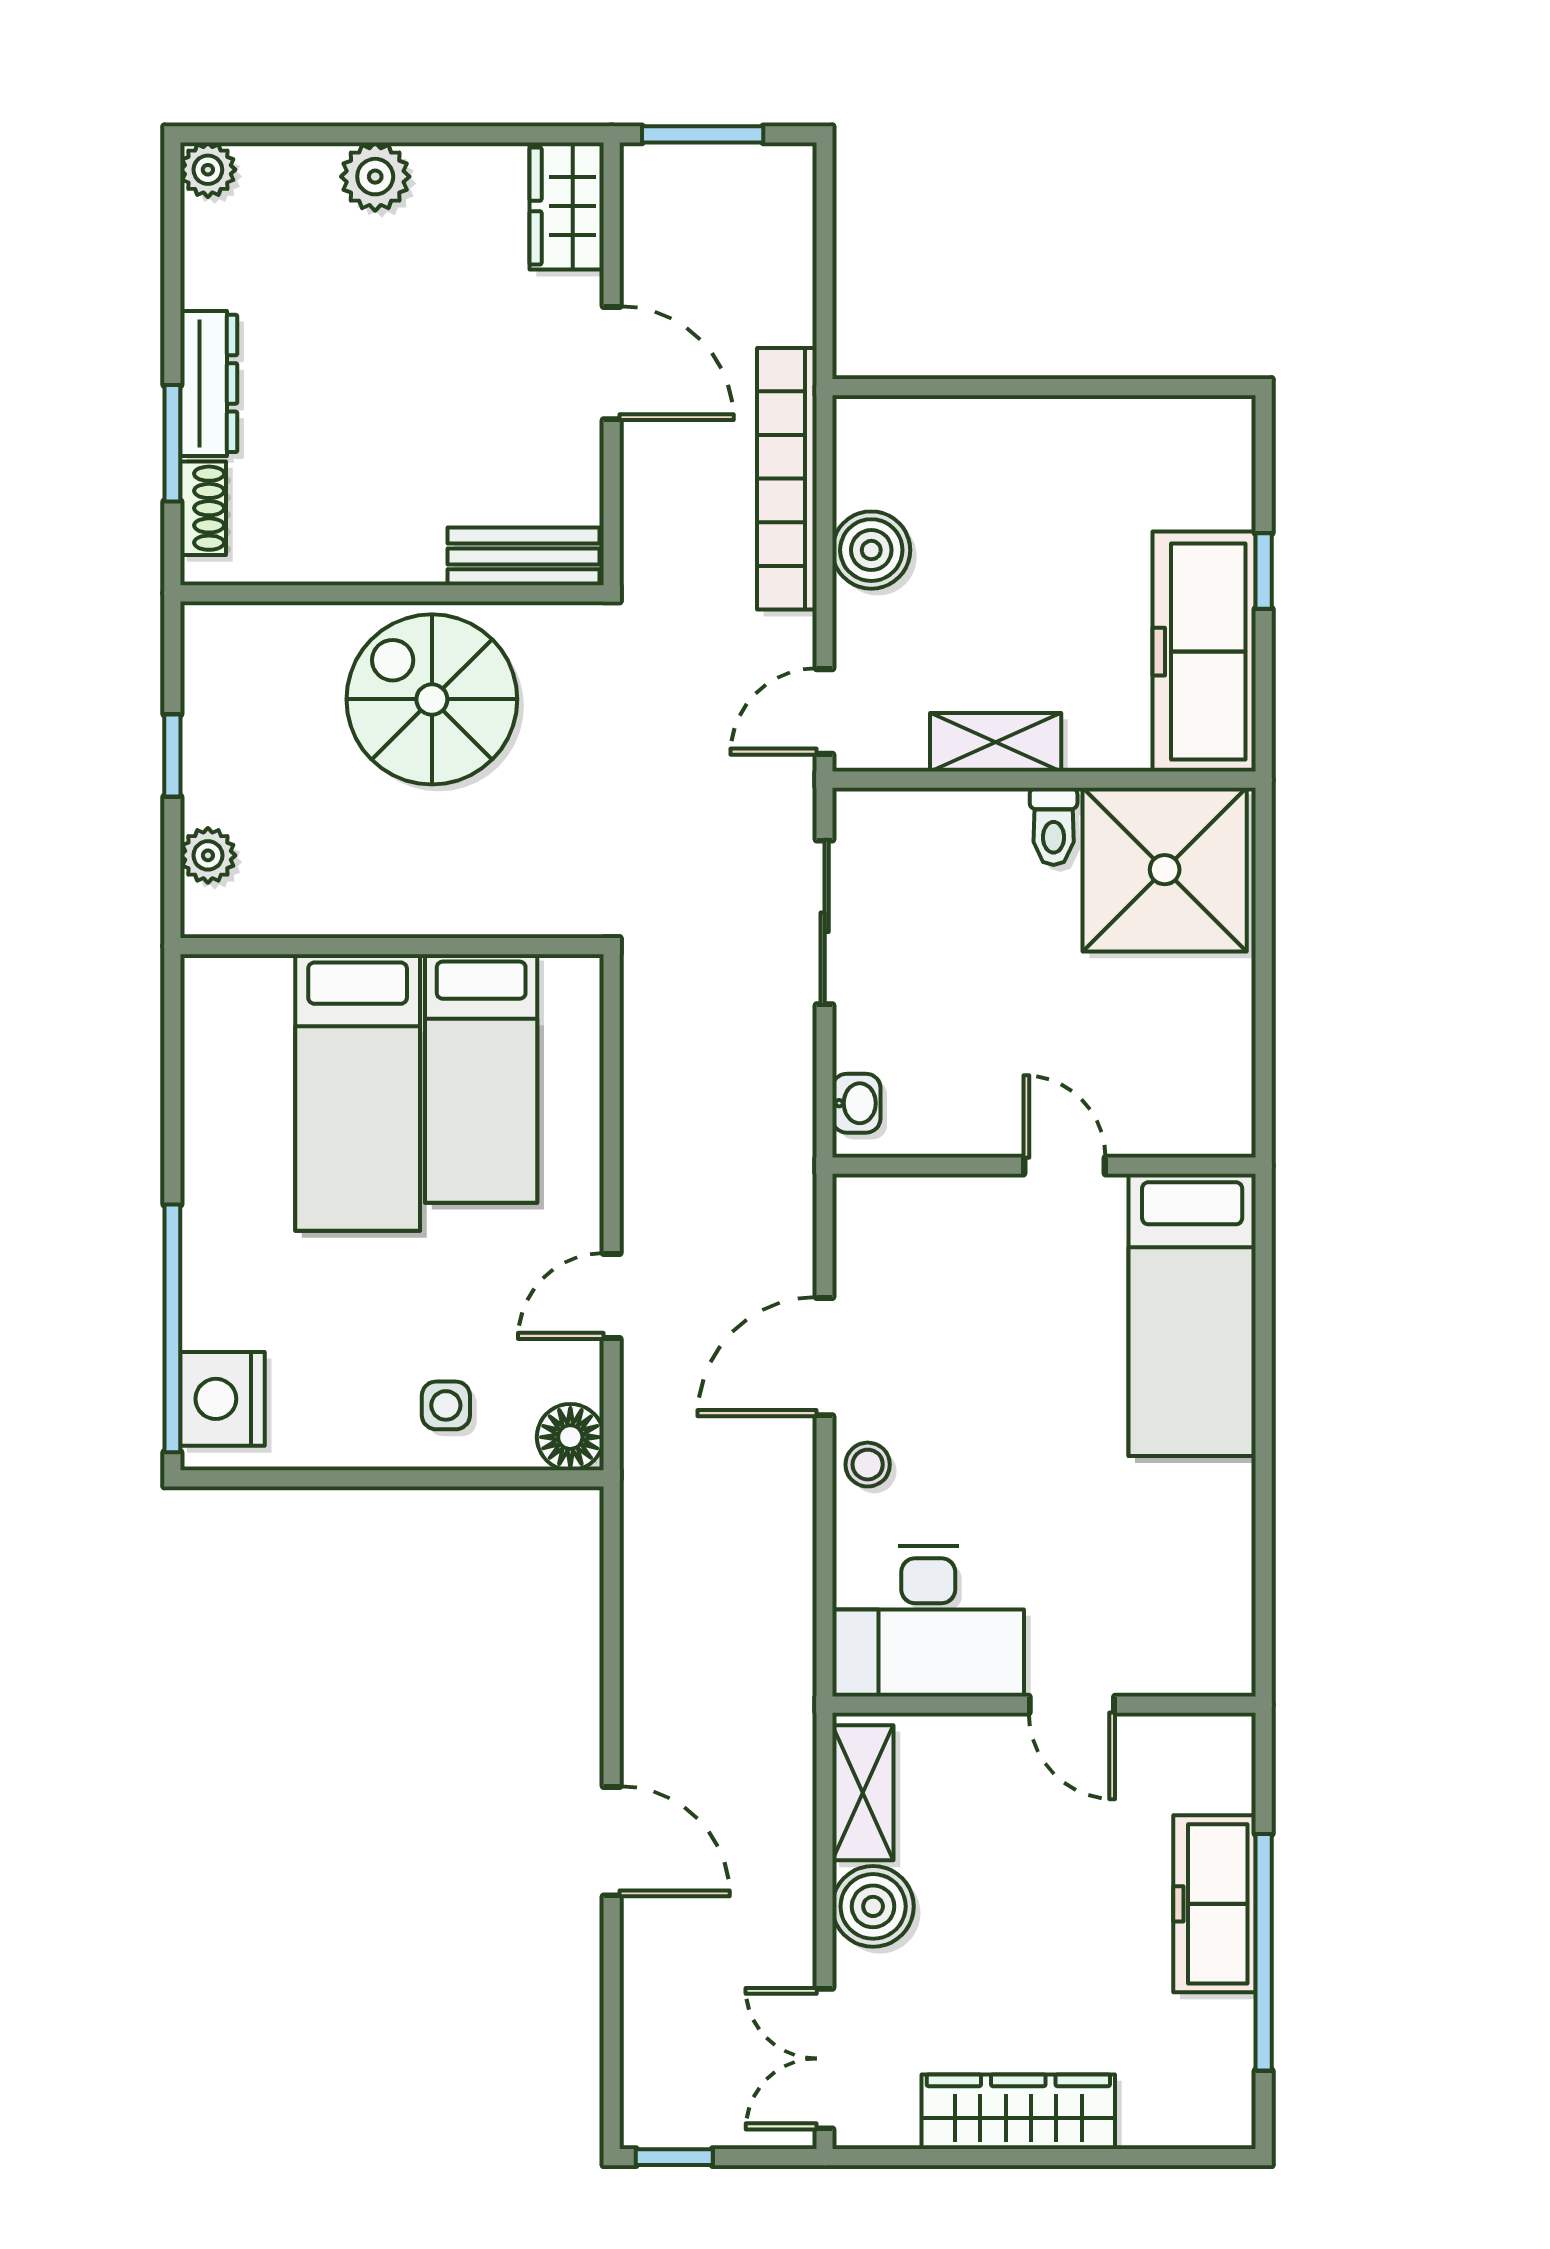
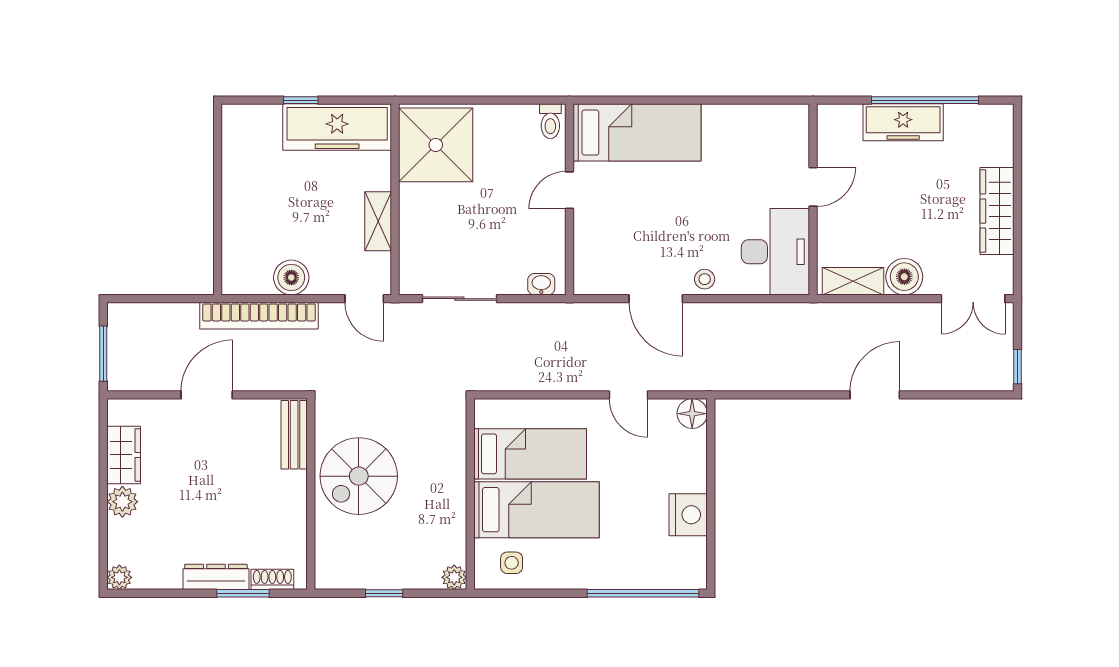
wardrobe: (567, 206) -> (124, 455), moved, turned -90
toilet: (1054, 826) -> (550, 121), moved, turned 90
plant: (208, 855) -> (454, 577), moved
nightstand: (223, 1399) -> (688, 515), moved, turned -90
side table: (446, 1405) -> (512, 563), moved

